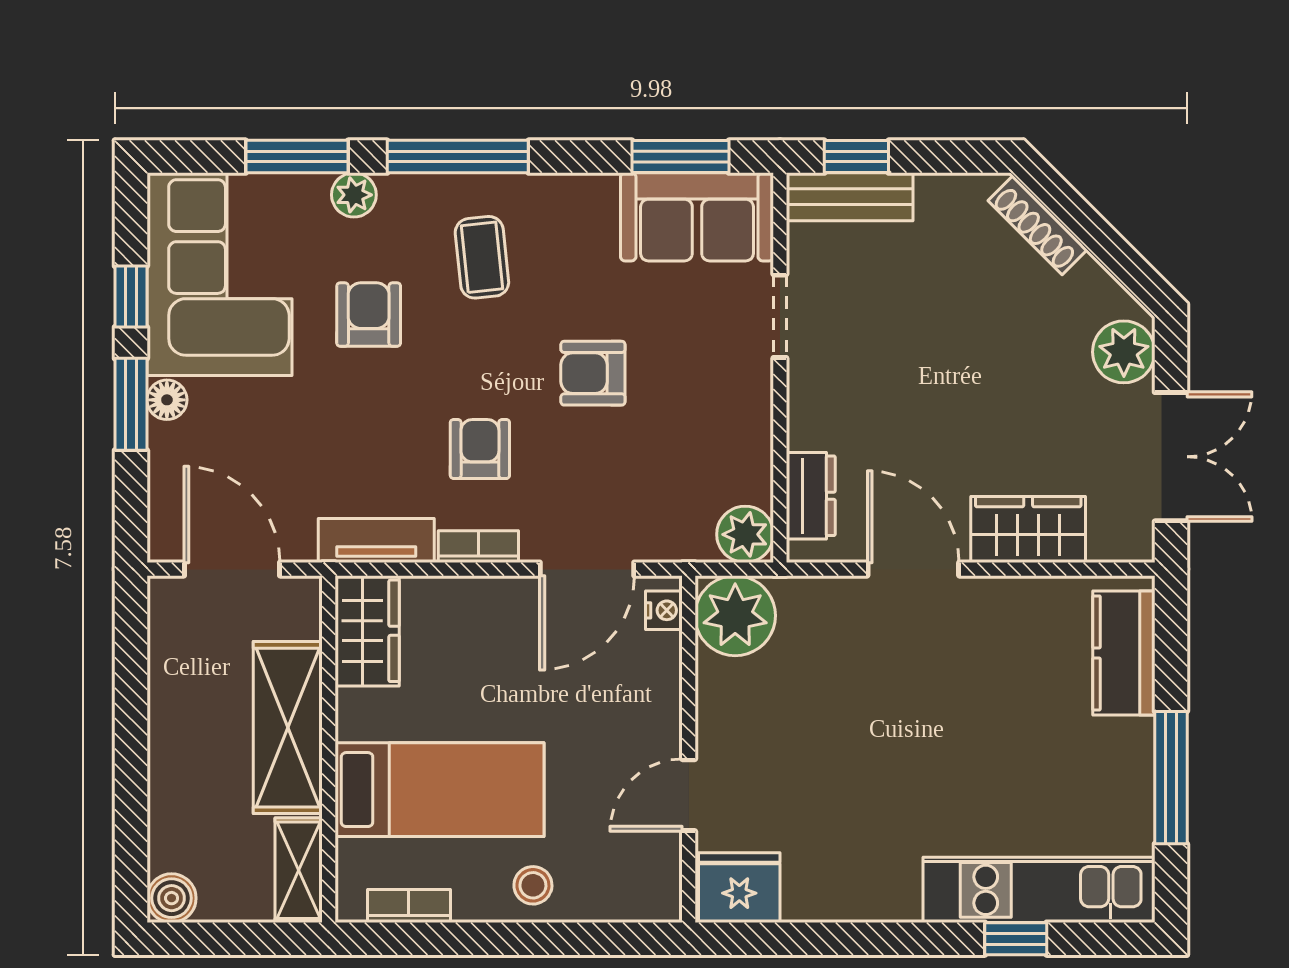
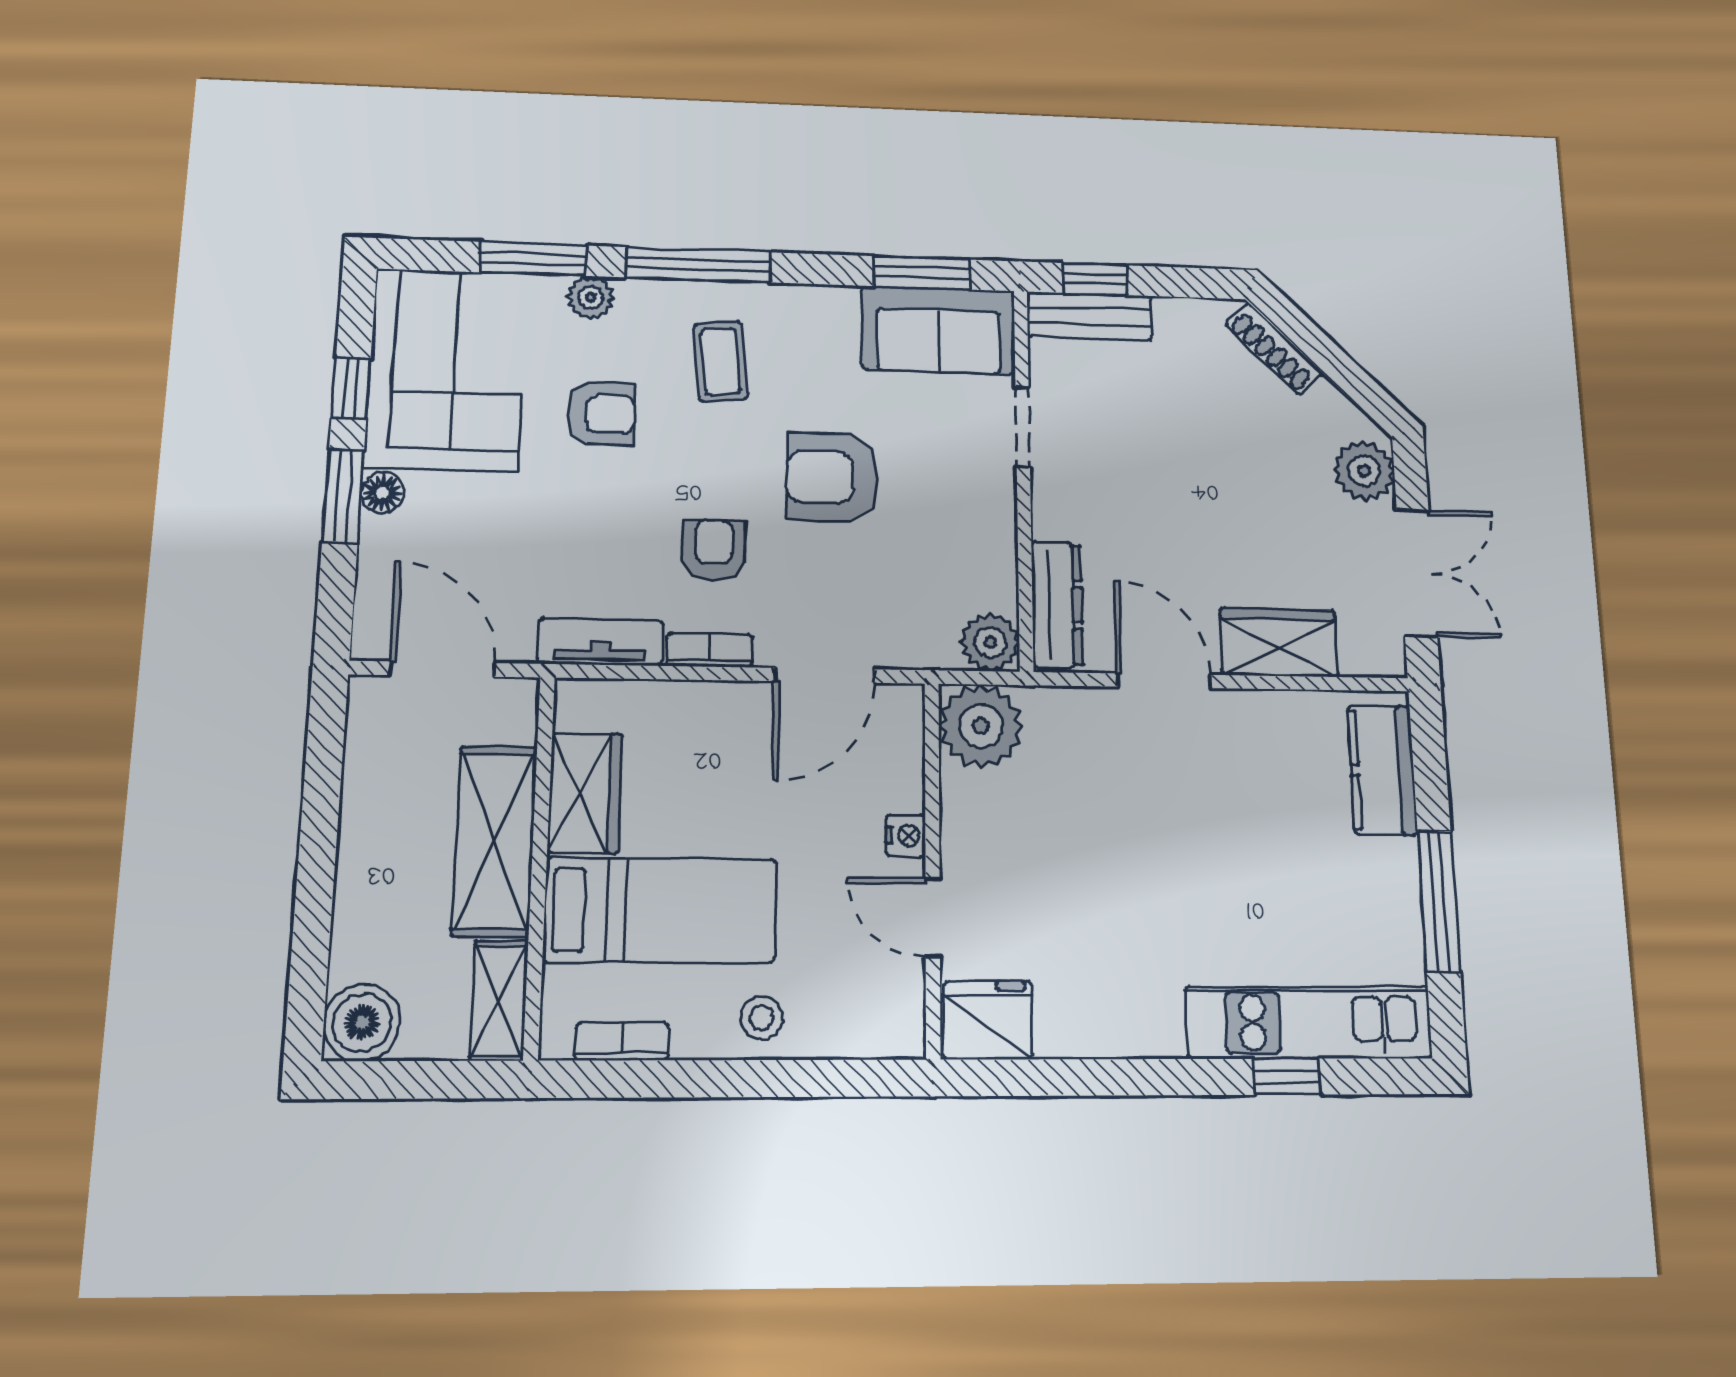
armchair: (369, 315) -> (601, 413), turned 90
armchair: (593, 373) -> (833, 477), width x1.38, depth x1.38
dresser: (811, 496) -> (1057, 605), width x1.44
nightstand: (664, 610) -> (906, 835), moved
wardrobe: (367, 631) -> (585, 793), moved
door: (689, 795) -> (933, 917), hinge flipped
boiler: (172, 898) -> (362, 1022), width x1.36, depth x1.36

